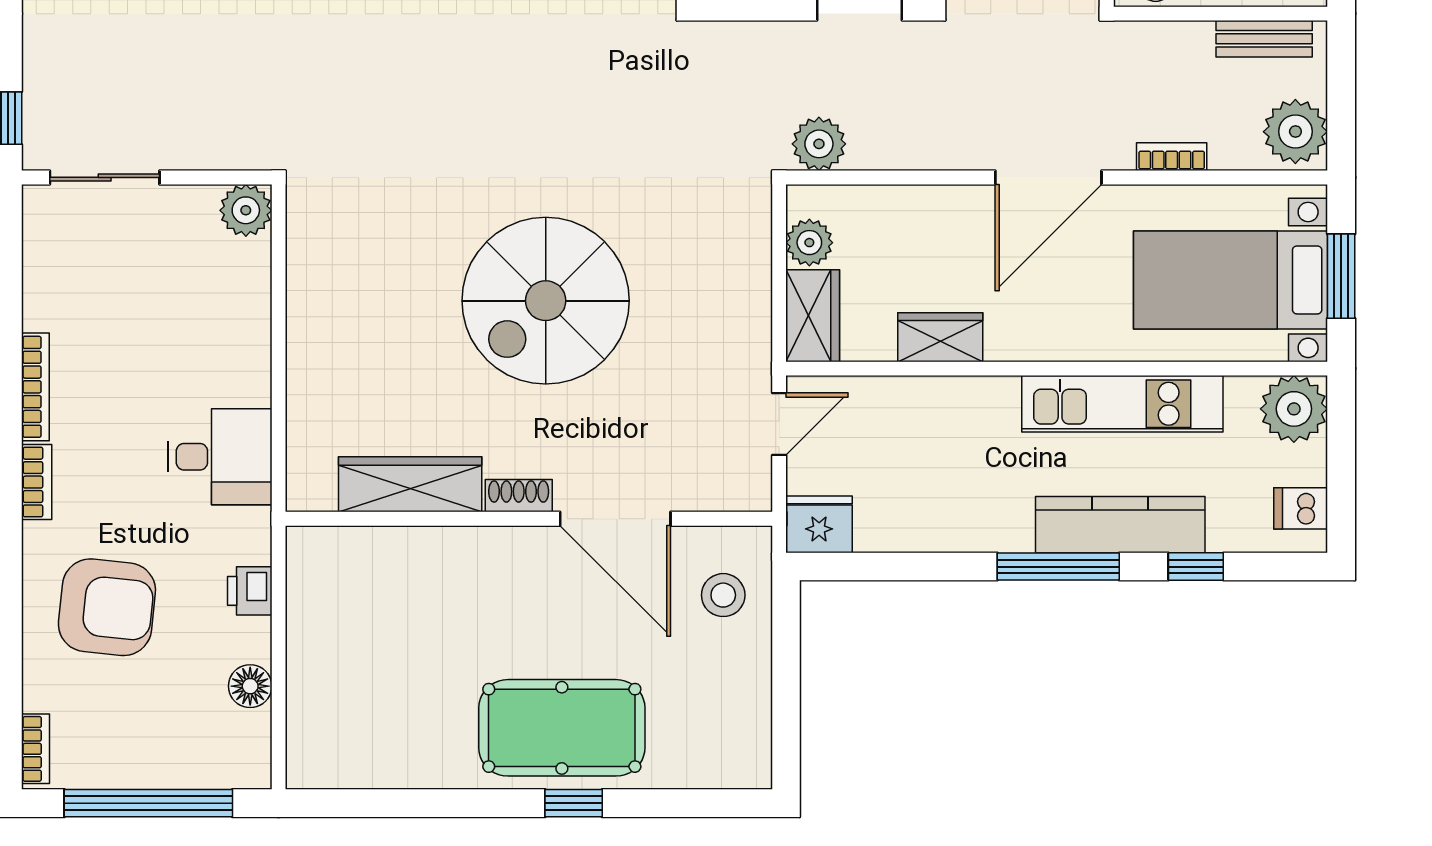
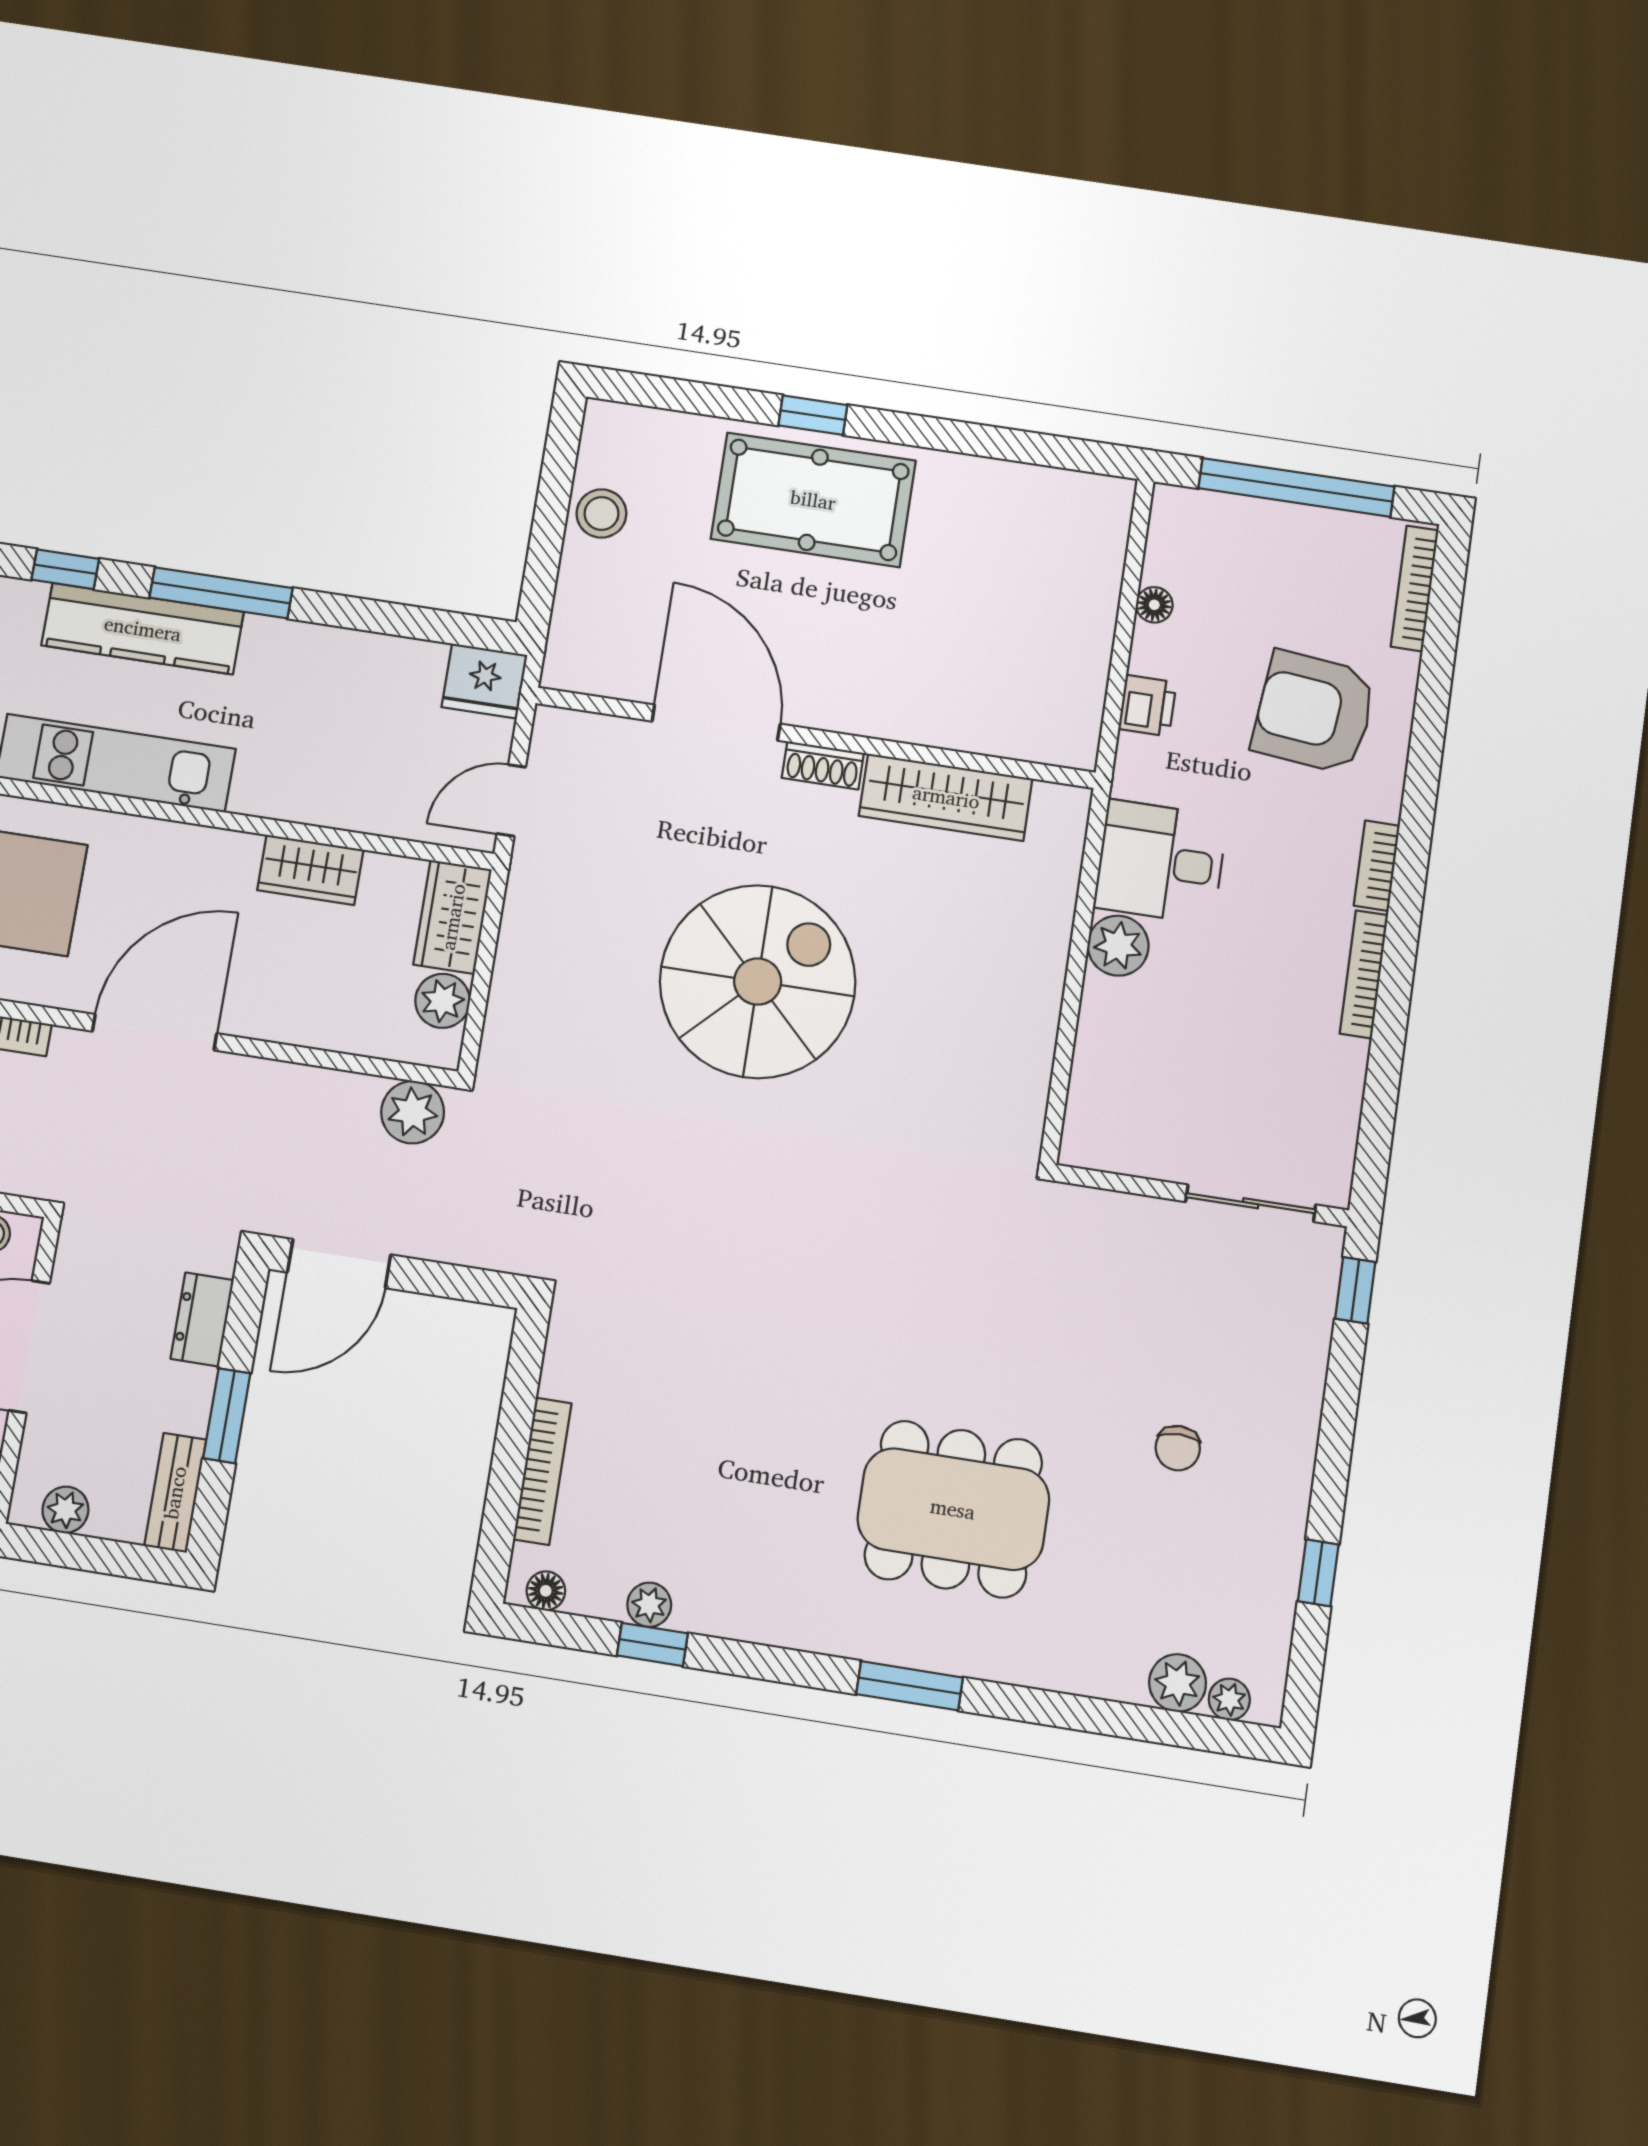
plant: (246, 210) -> (1118, 946), moved
stool: (723, 595) -> (601, 514), moved
floor lamp: (250, 686) -> (1154, 605), width x0.73, depth x0.73
bookcase: (35, 749) -> (1415, 588), width x1.56

